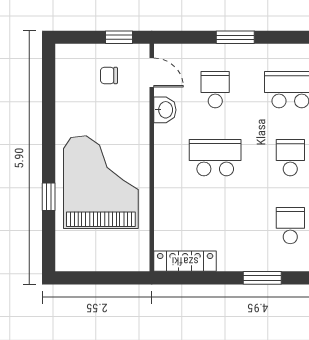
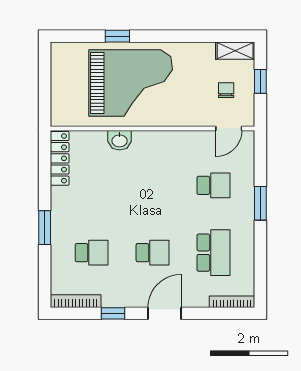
window: (119, 37) -> (260, 81), moved
shelving: (65, 65) -> (235, 51), added
washbasin: (165, 110) -> (120, 140), moved
school desk: (215, 158) -> (153, 185), removed

